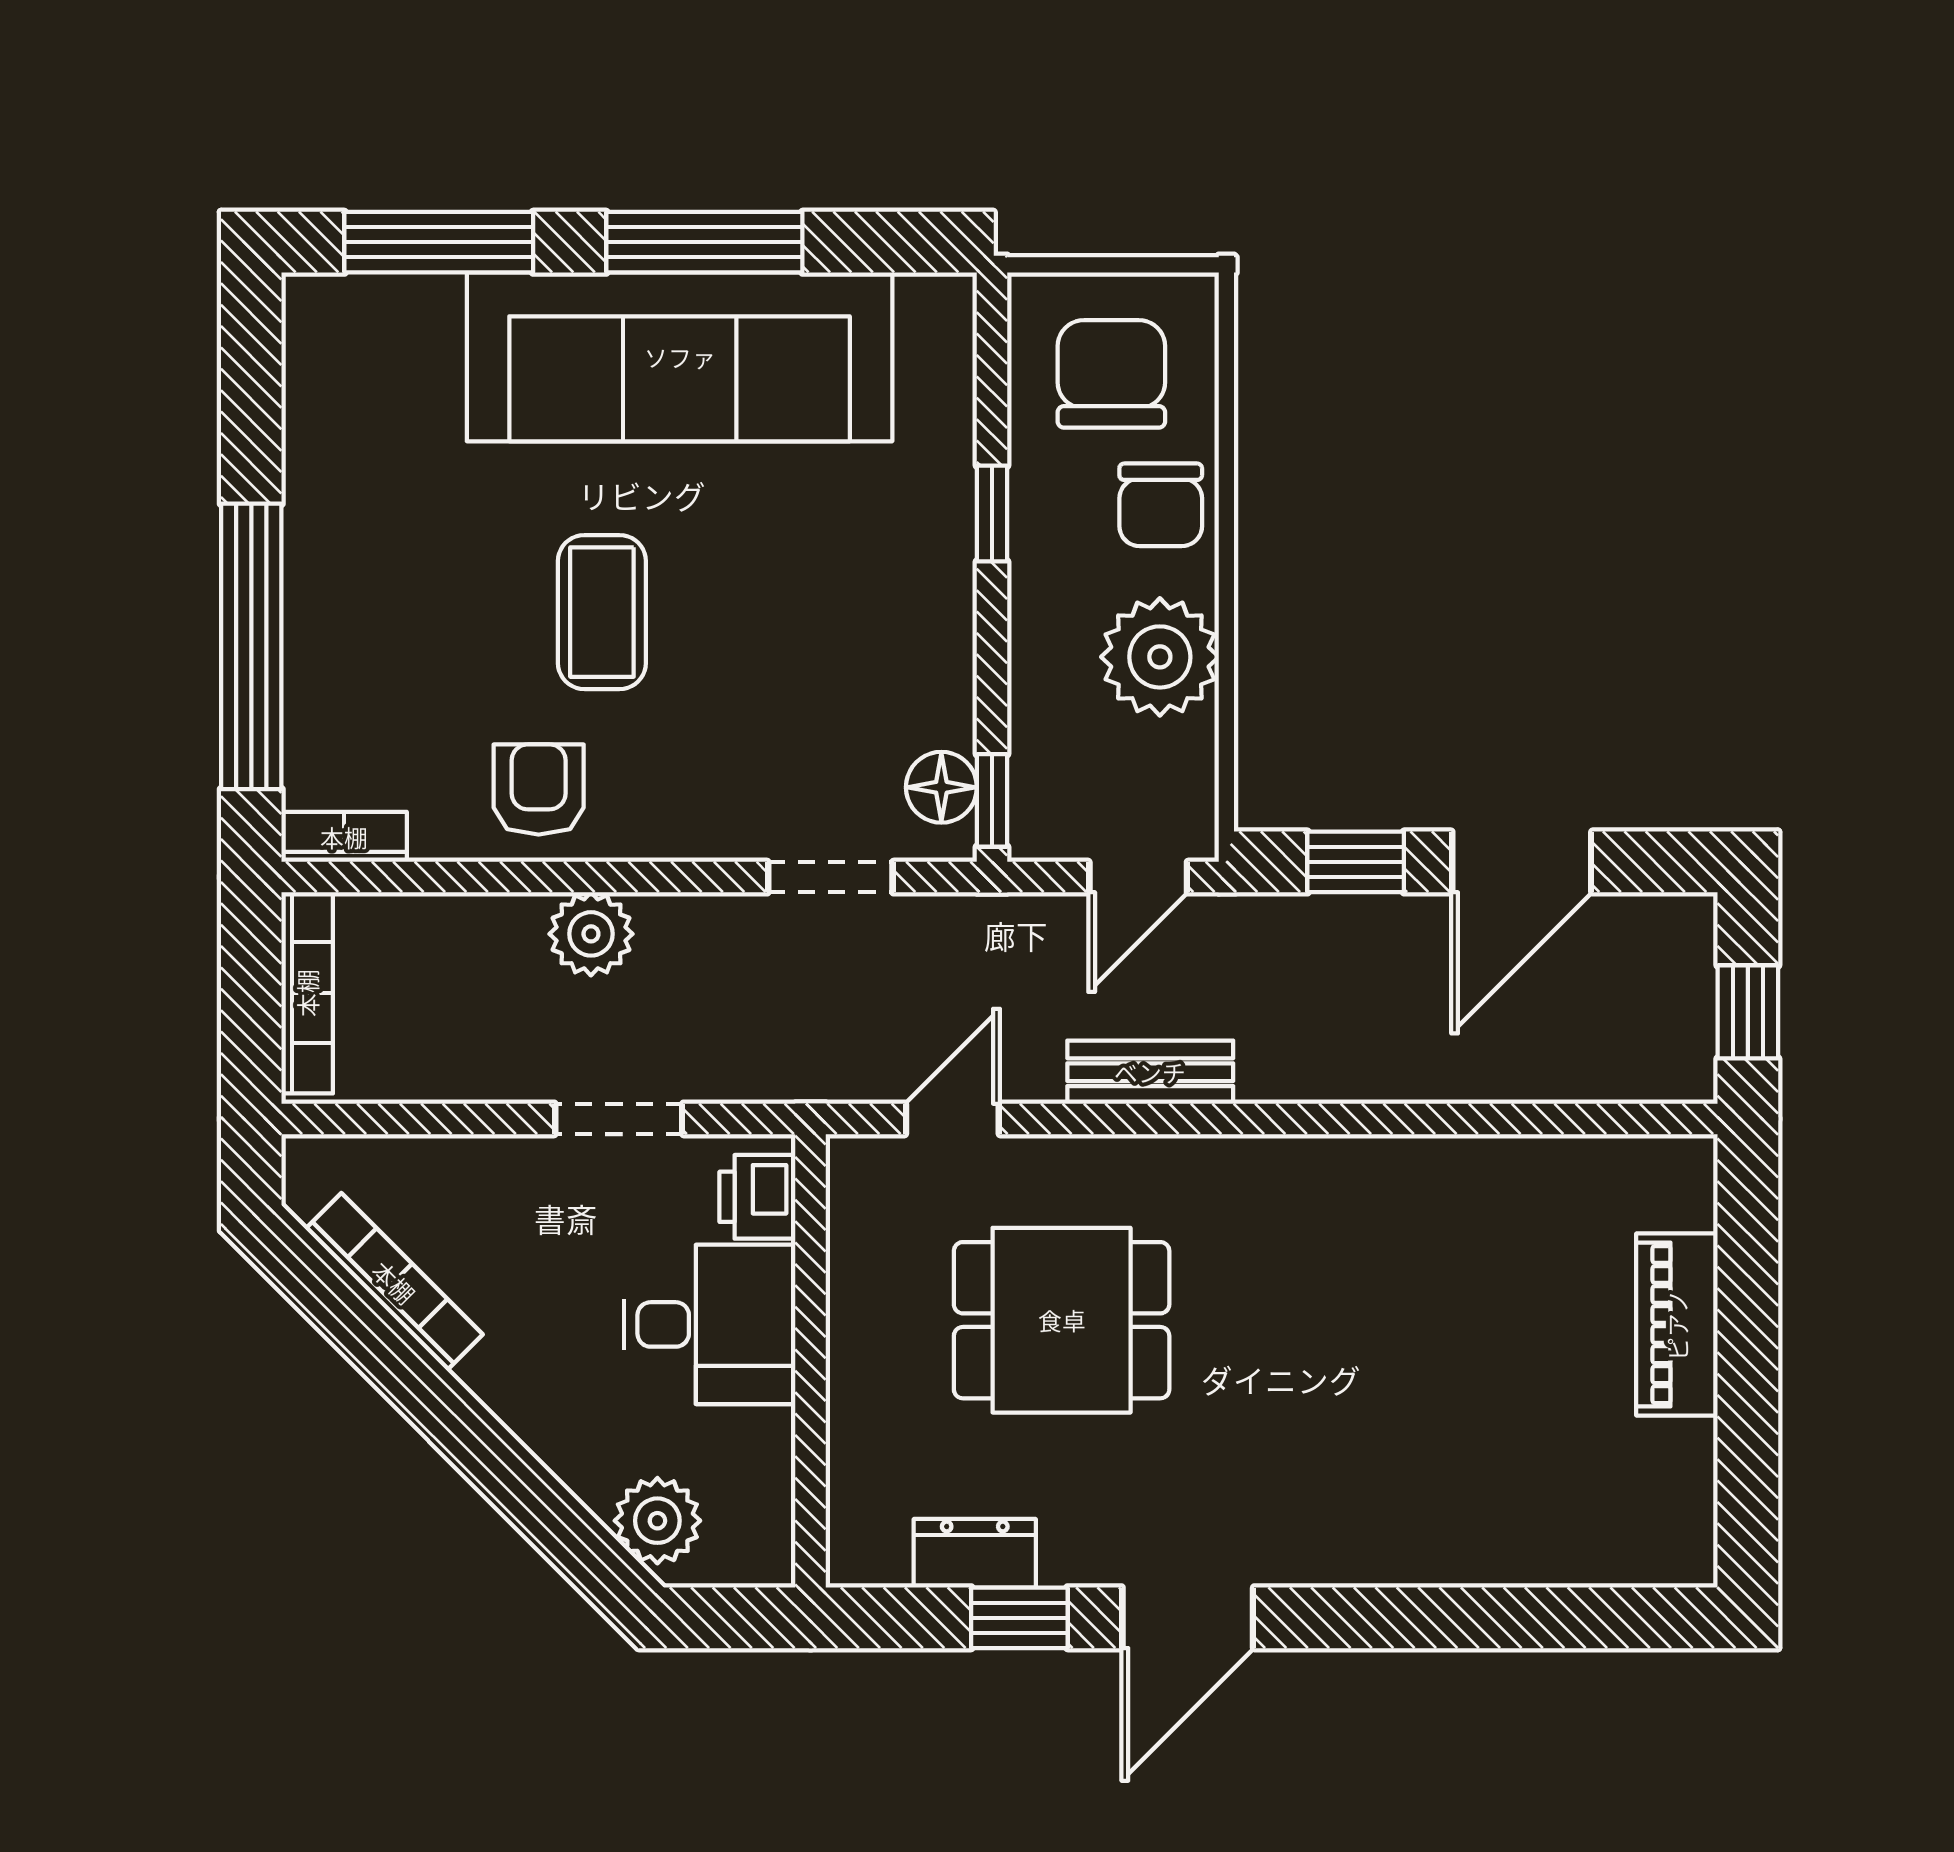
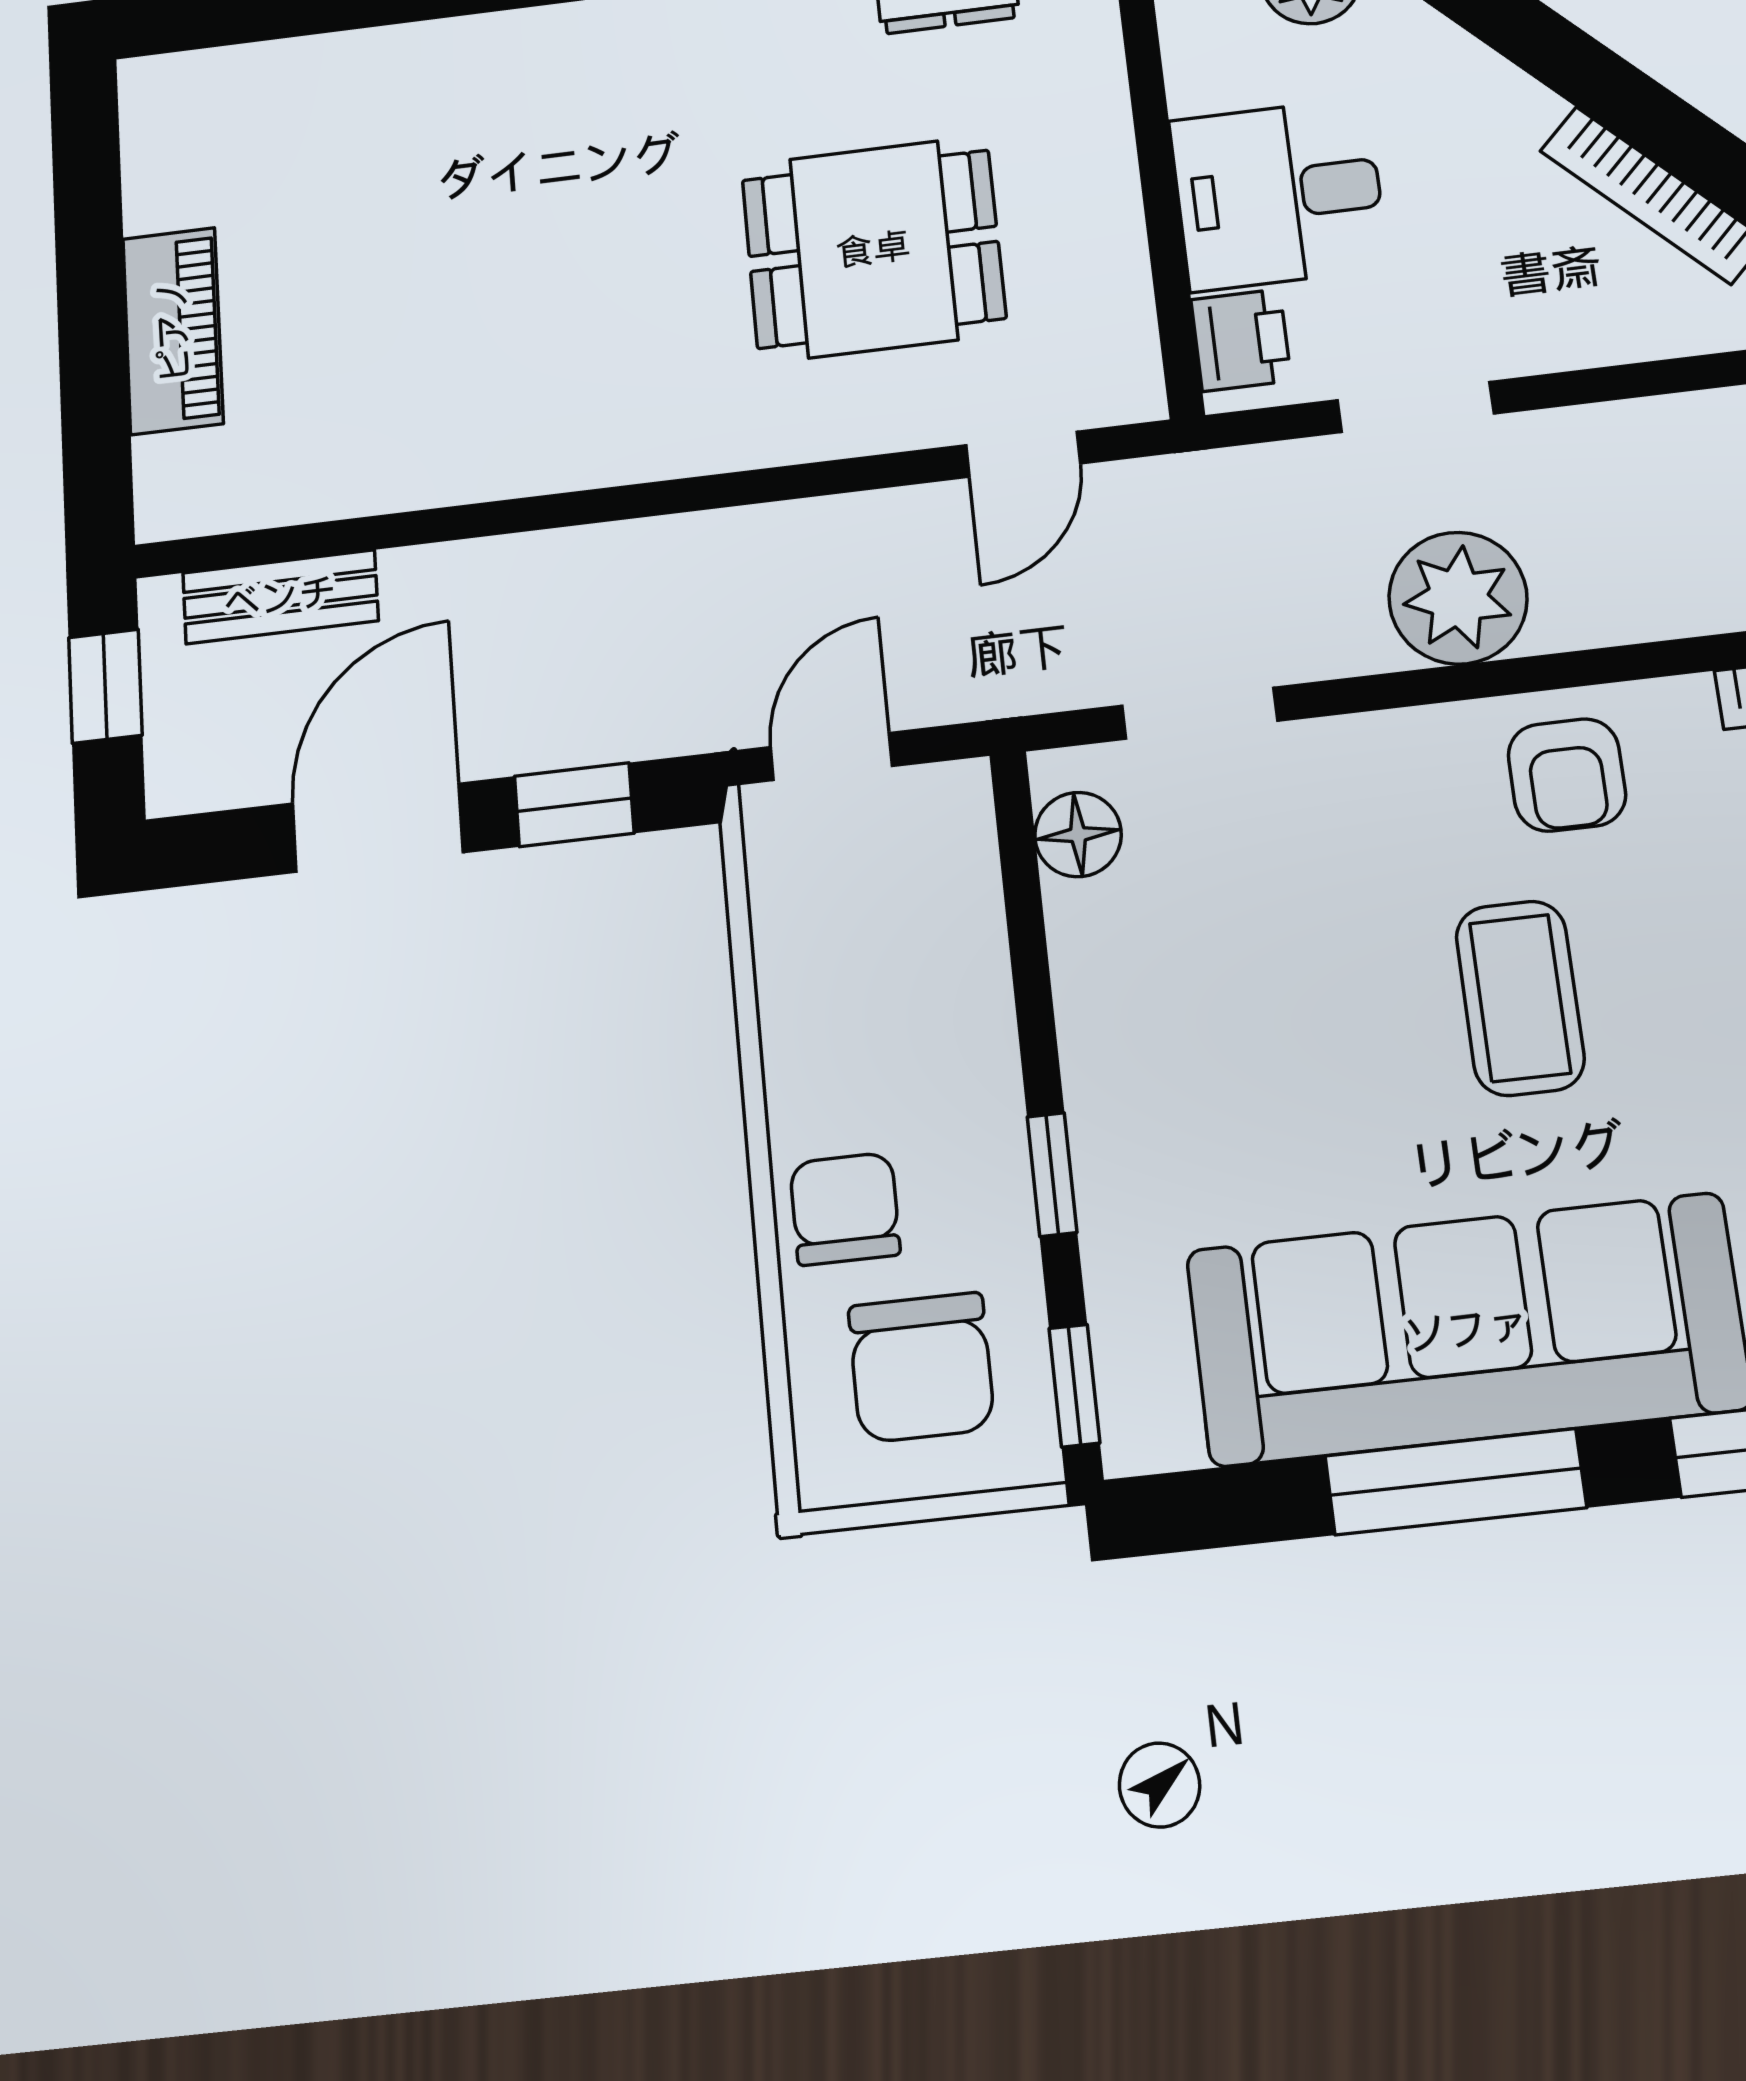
plant: (1160, 657) -> (829, 1021), removed
window: (992, 800) -> (1074, 1386), moved
plant: (591, 934) -> (1458, 598), width x1.36, depth x1.36
bench: (1150, 1072) -> (280, 597), moved

